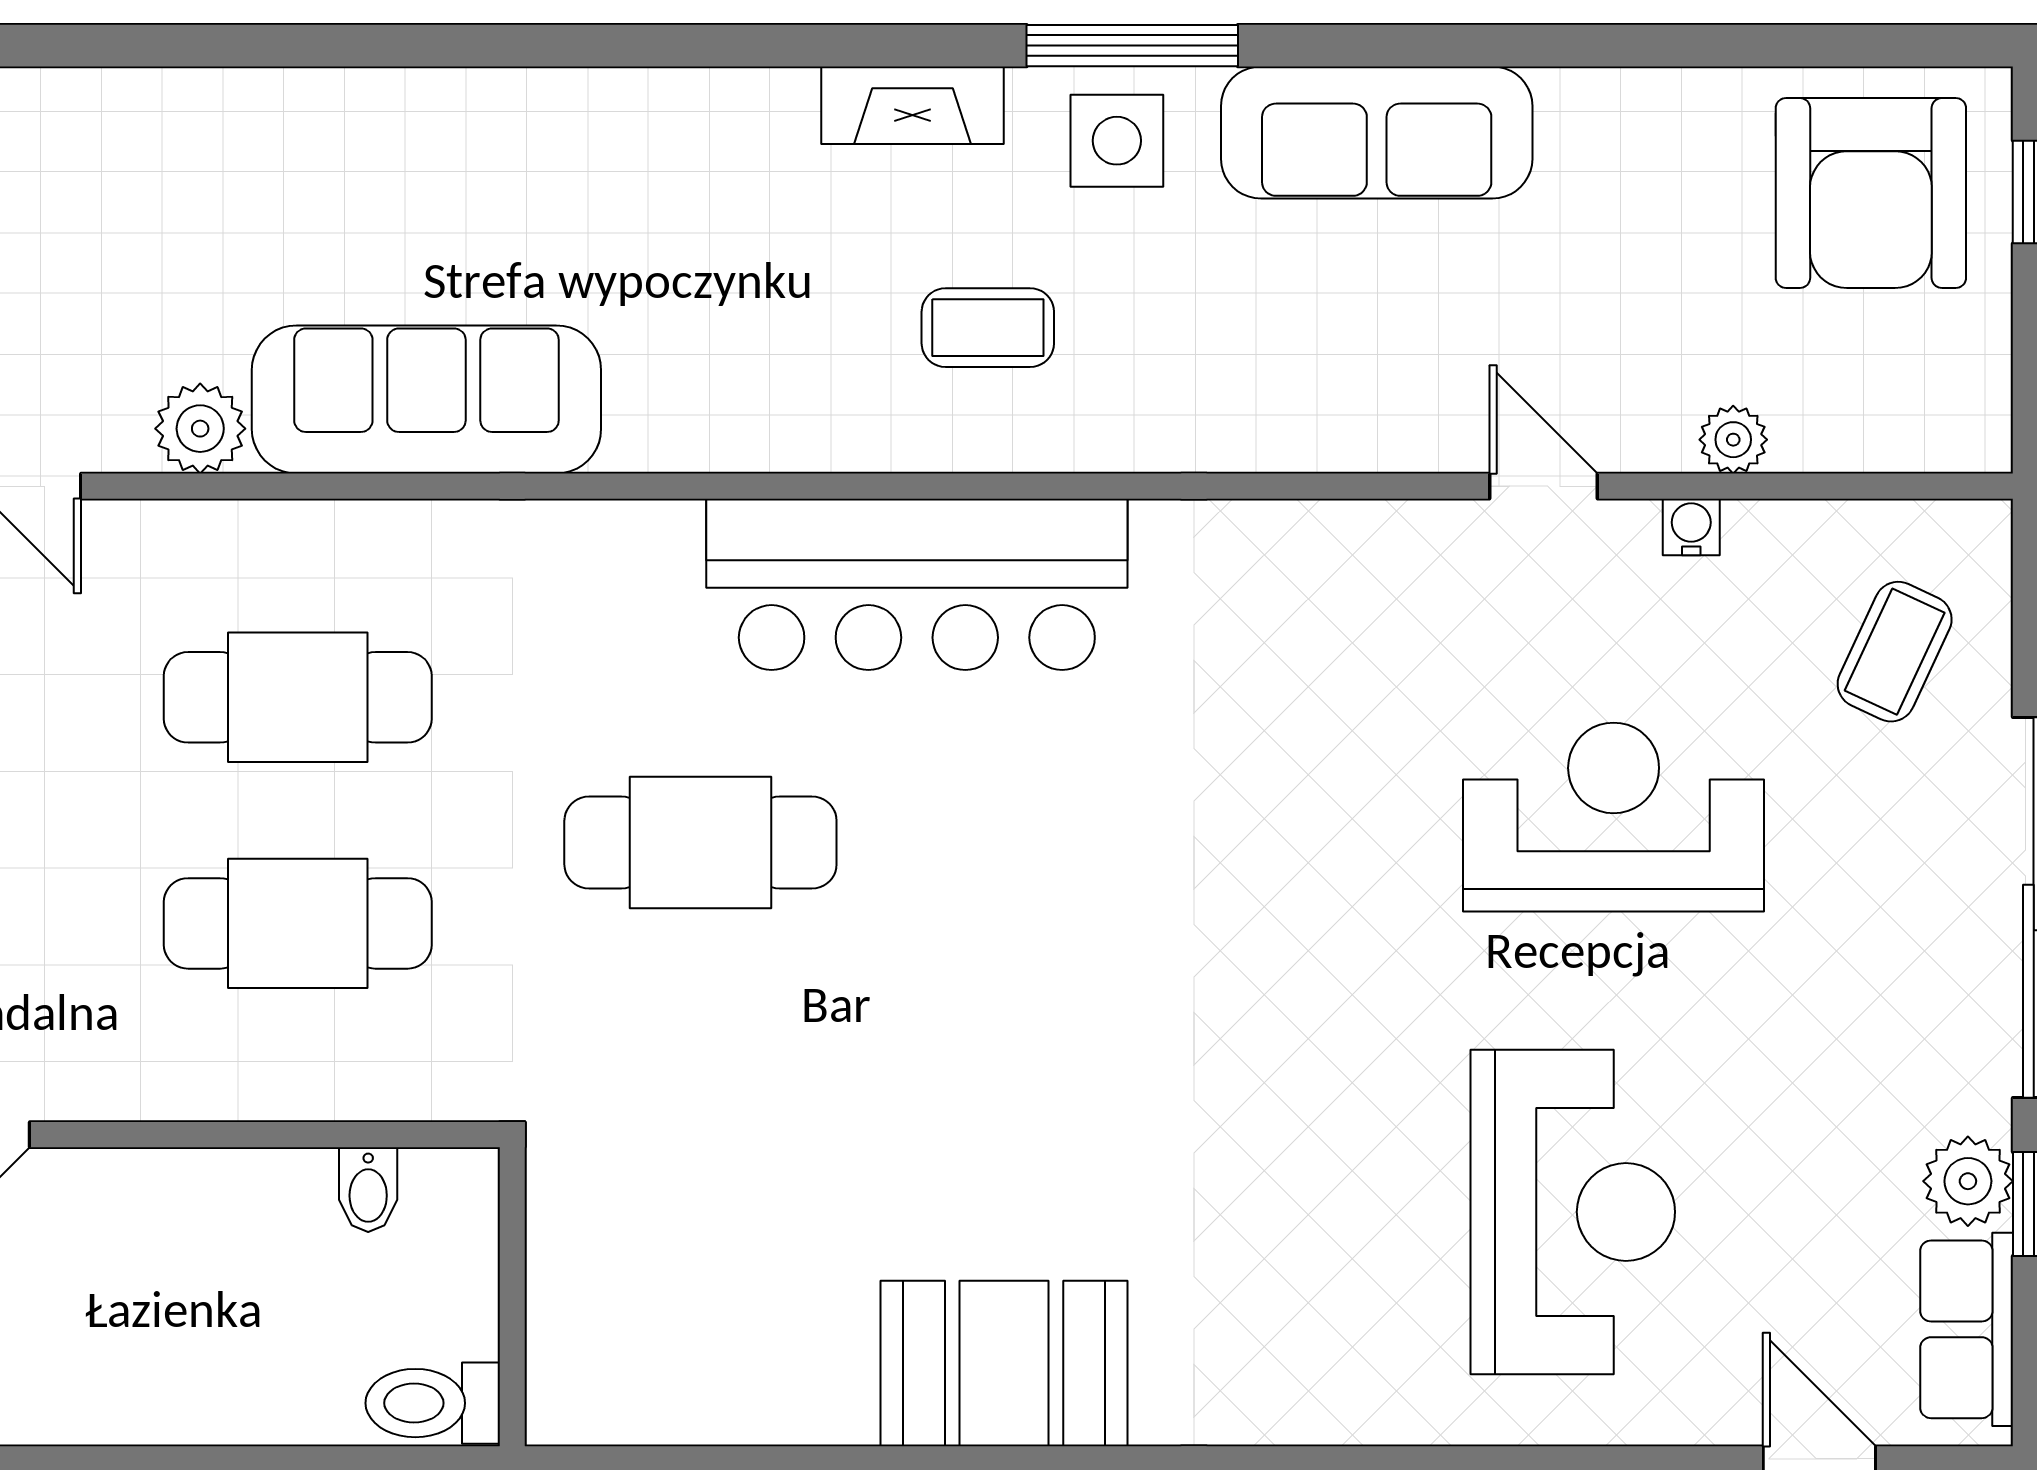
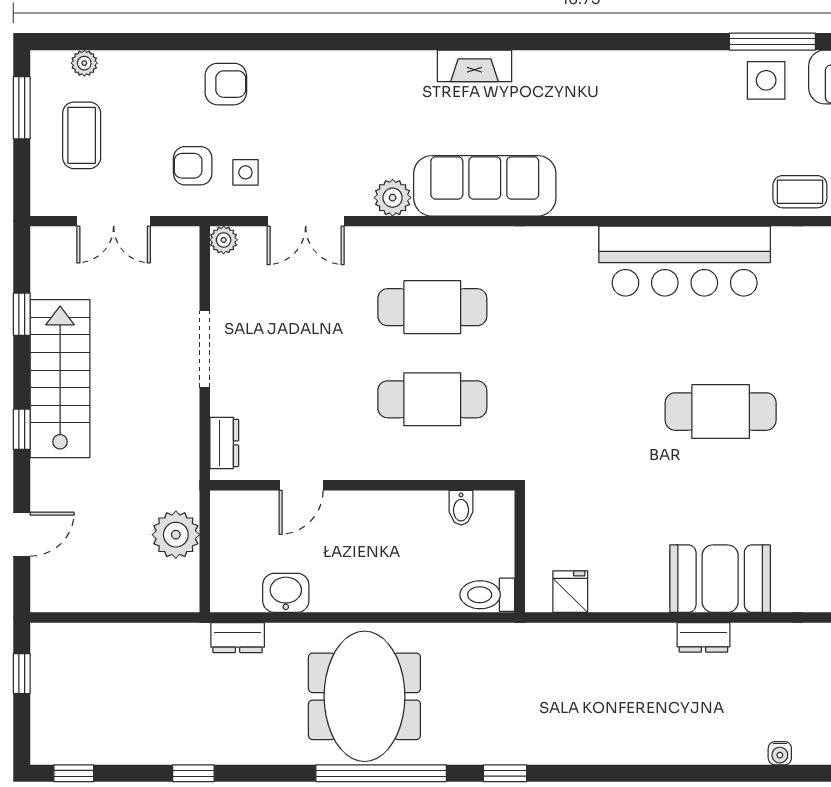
fireplace: (913, 105) -> (474, 66), moved
coffee table: (988, 328) -> (800, 192), moved
cafe table: (700, 843) -> (721, 412), moved
fridge: (636, 1395) -> (570, 592), added

